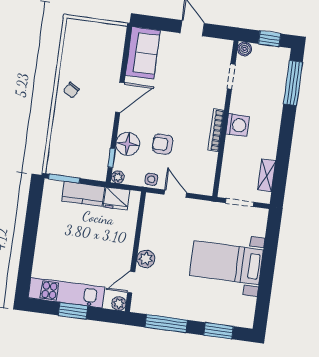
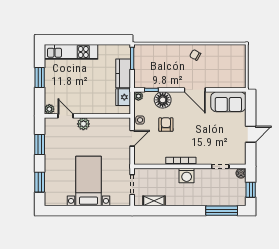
kitchen unit: (66, 293) -> (71, 52), moved, turned 90
window: (166, 324) -> (40, 144), width x0.69

